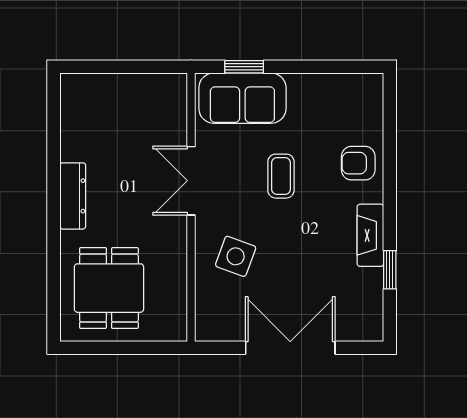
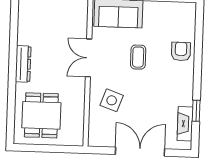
armchair: (358, 163) -> (181, 51), turned 90
fireplace: (370, 235) -> (185, 124), moved

